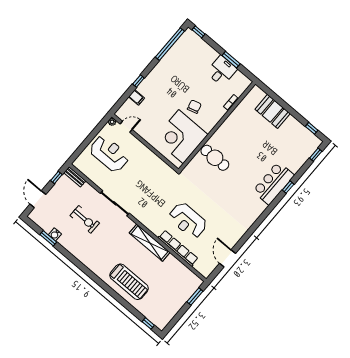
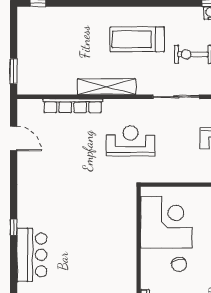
cafe table: (215, 158) -> (114, 230), removed
window: (288, 187) -> (14, 227), moved
reception desk: (188, 221) -> (131, 141), moved
treadmill: (129, 282) -> (137, 39), moved

